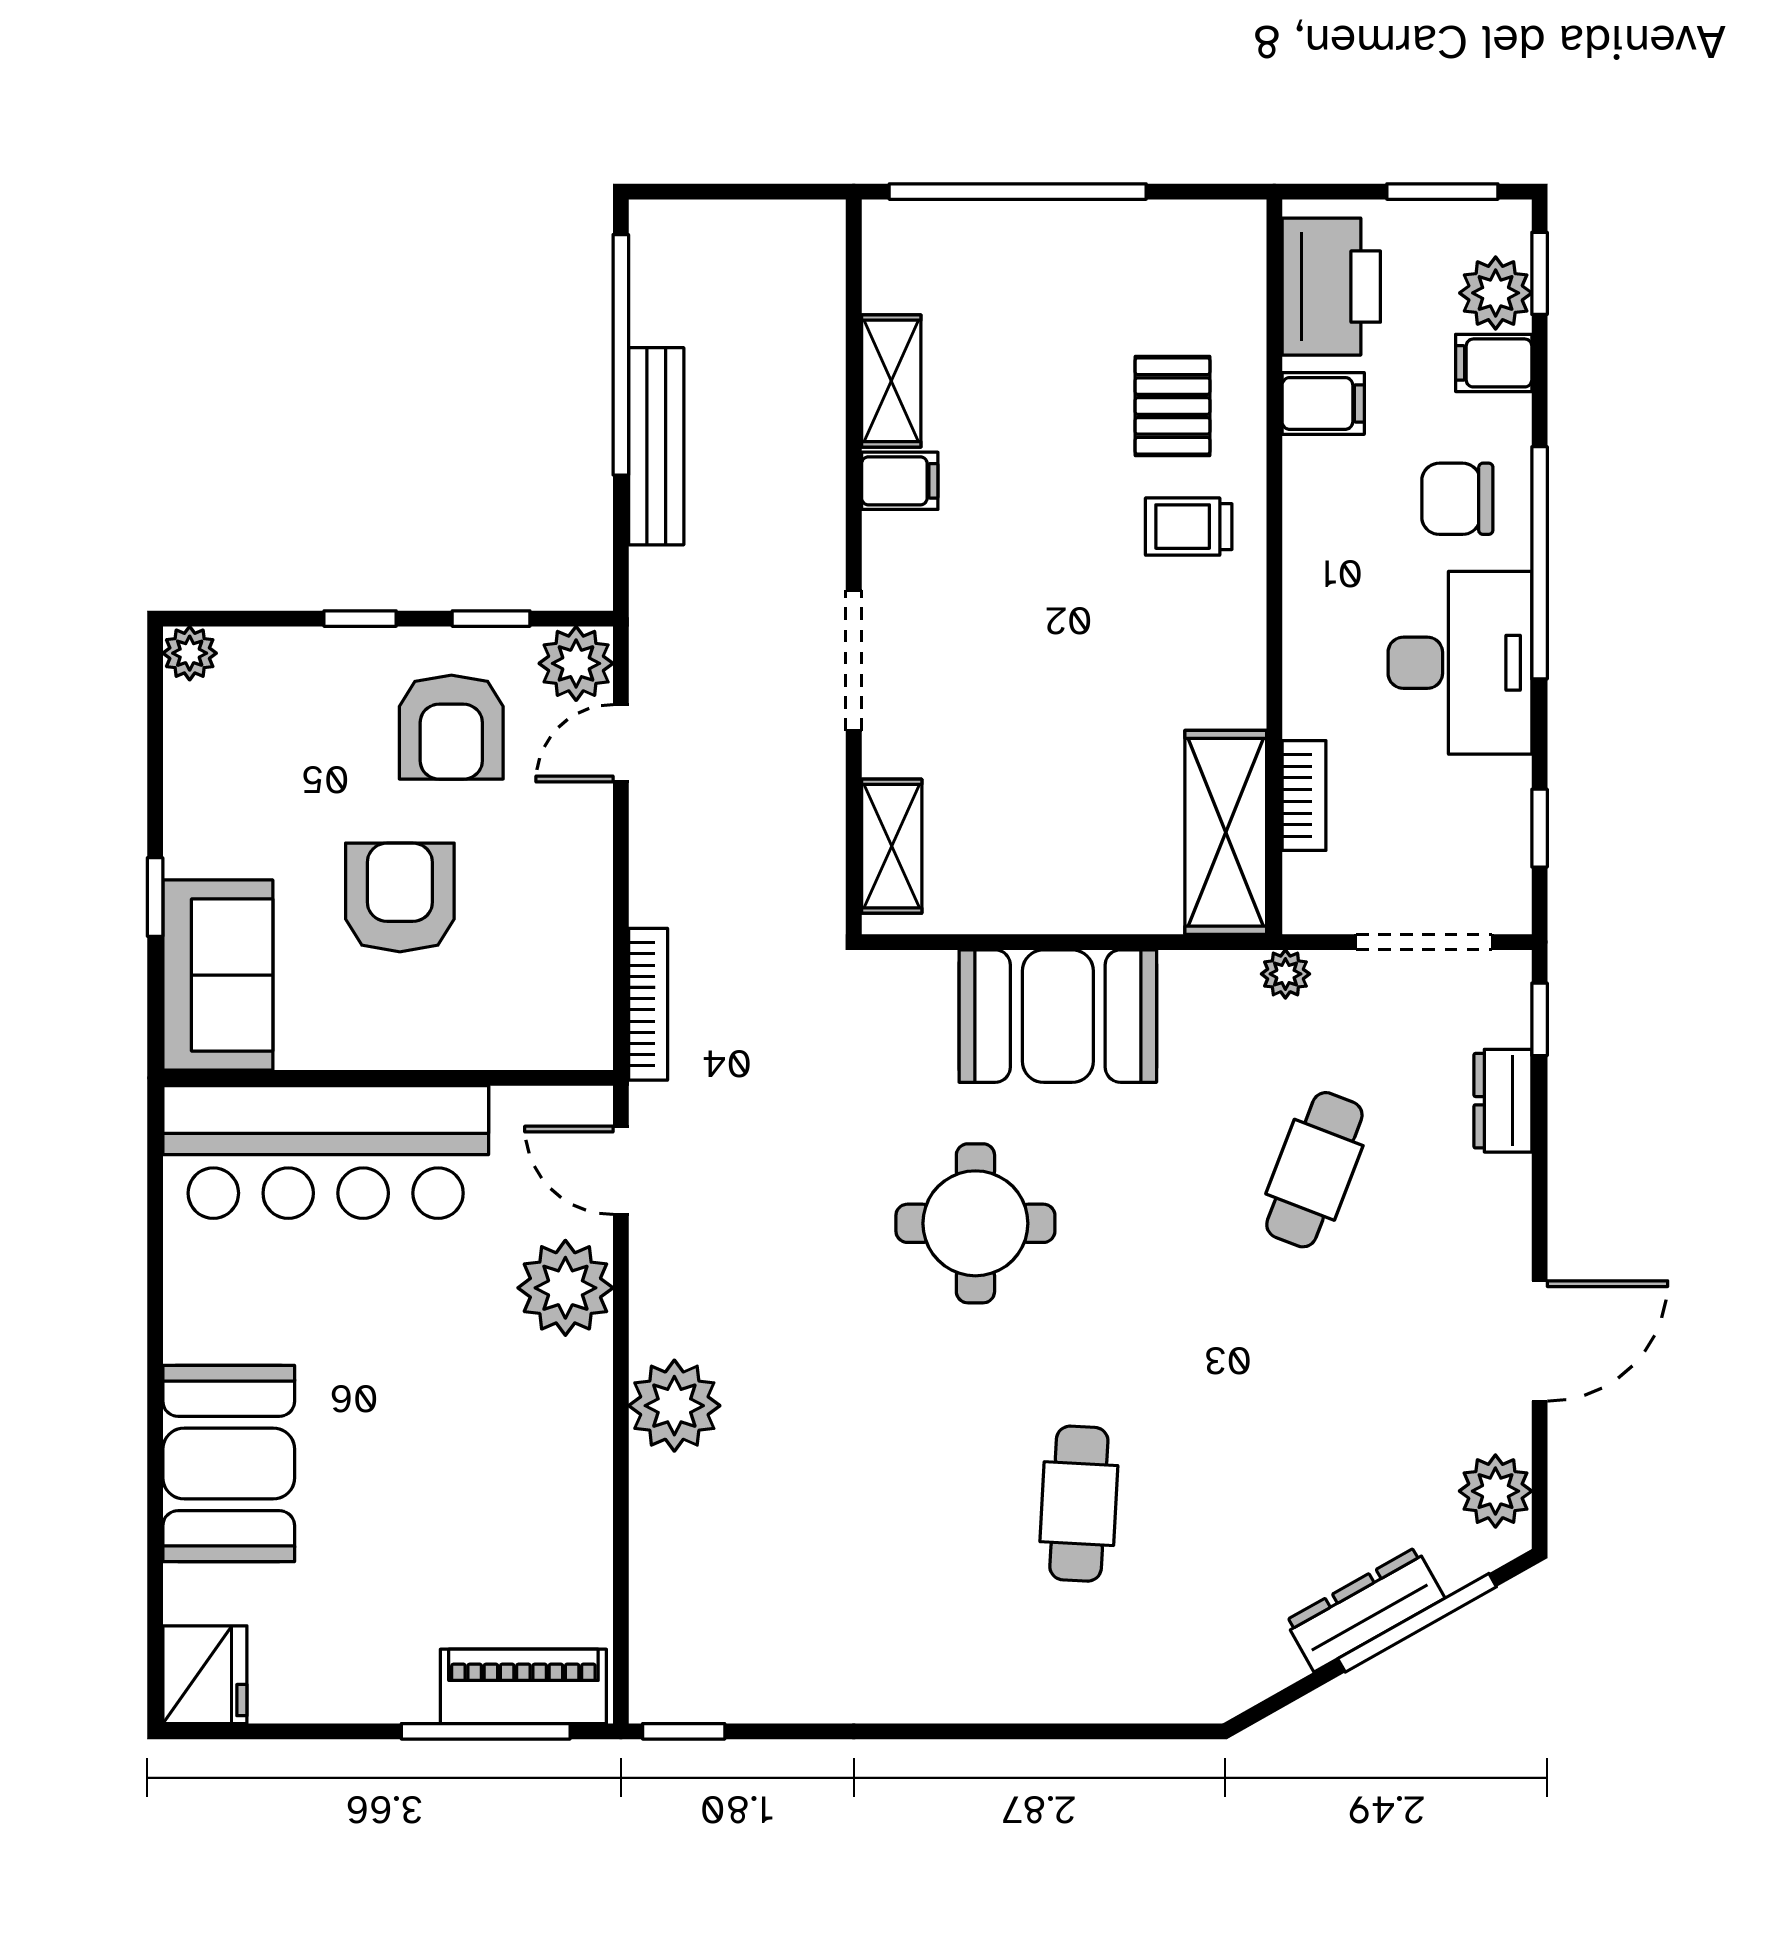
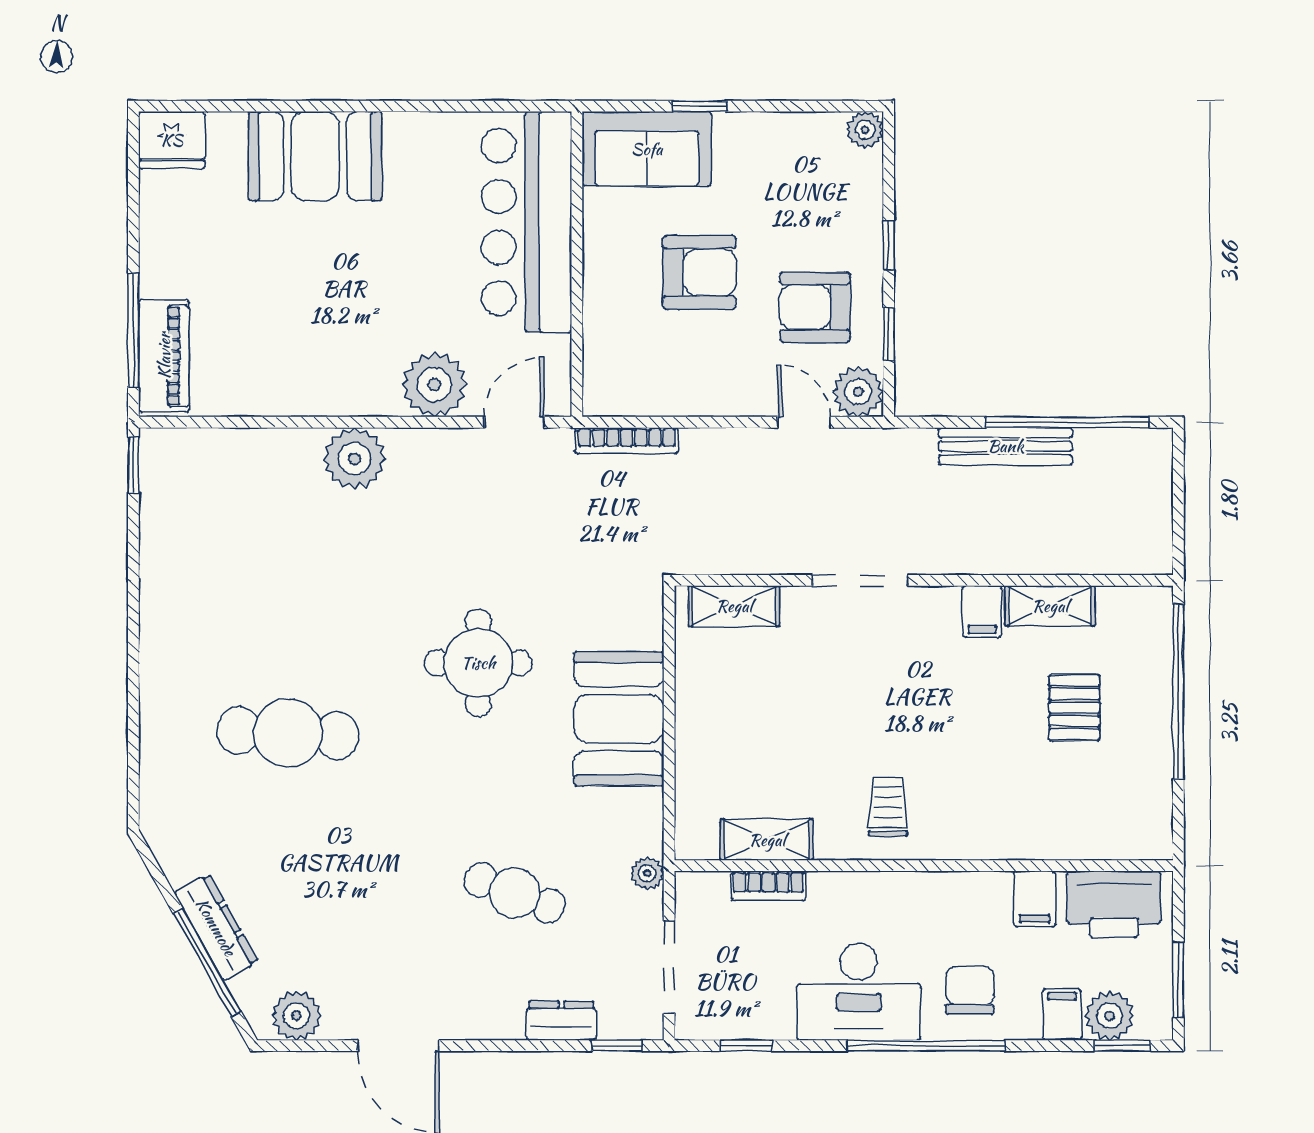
pallet: (1173, 406) -> (1074, 707), moved, turned 90
trolley: (1189, 527) -> (888, 807), moved
shelving: (1226, 832) -> (767, 840), width x0.67, depth x0.75
cafe table: (1079, 1504) -> (288, 733), width x1.37, depth x1.35

